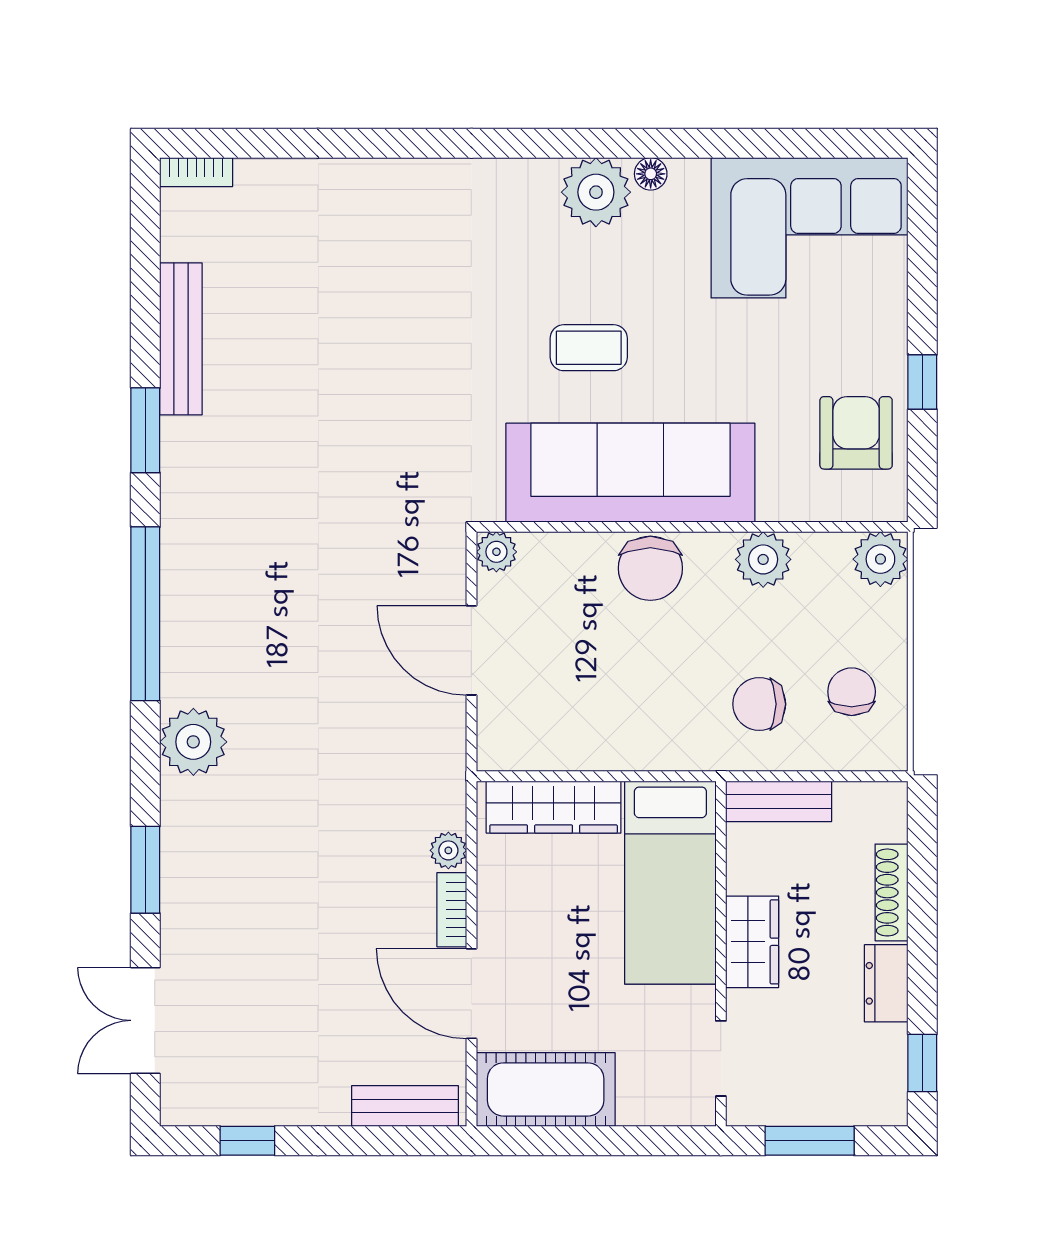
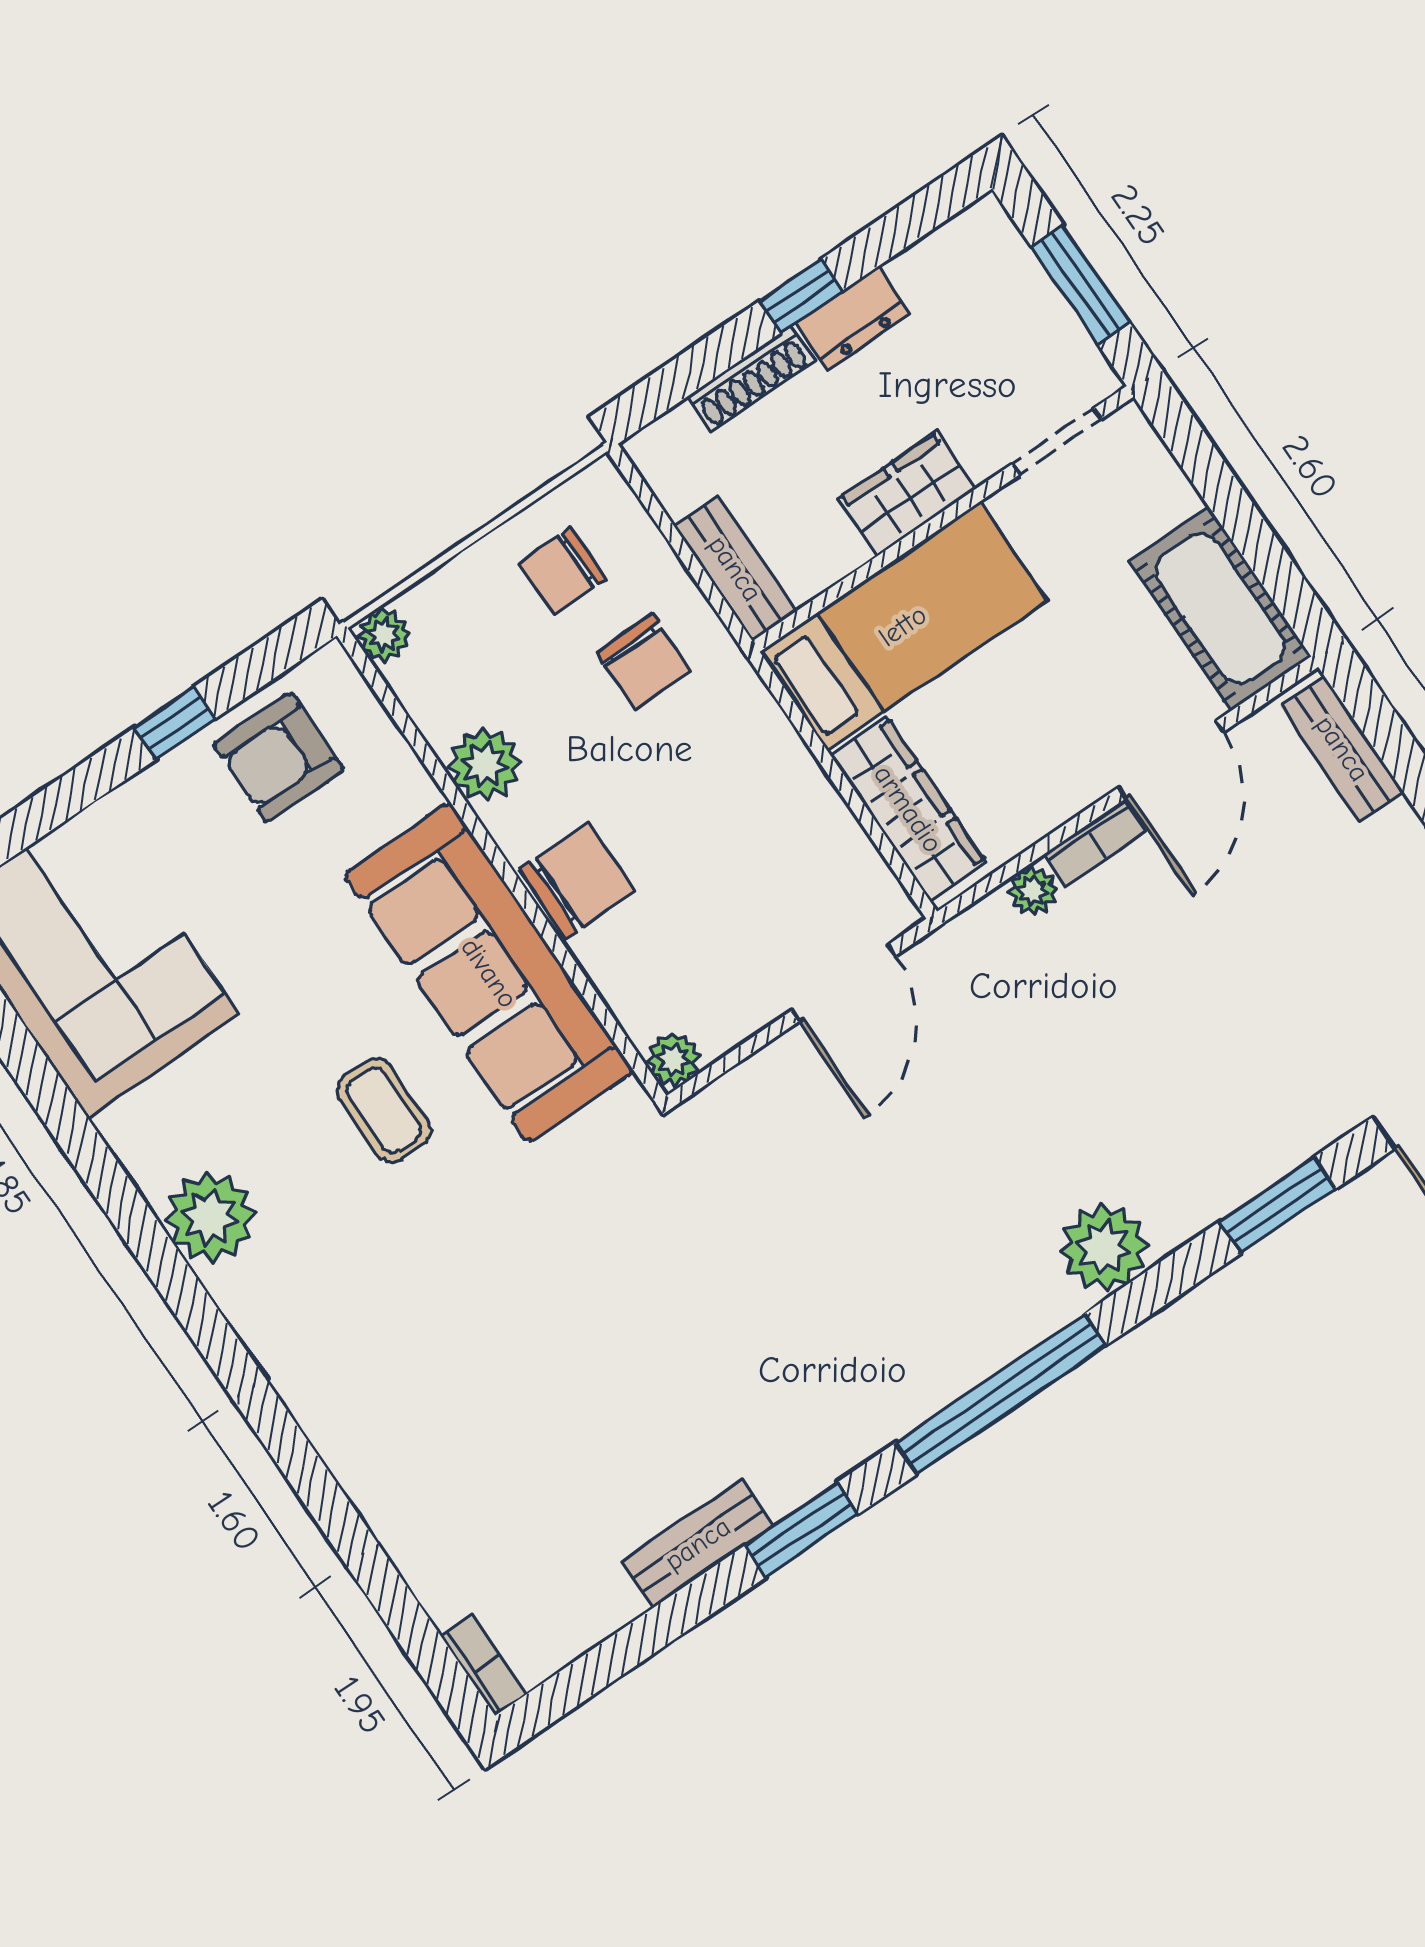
floor lamp: (651, 174) -> (150, 1172), removed
bench: (181, 339) -> (698, 1544), width x0.73
plant: (880, 559) -> (384, 635), width x0.73, depth x0.73
door: (471, 650) -> (844, 983), moved
window: (922, 1063) -> (800, 296), moved

